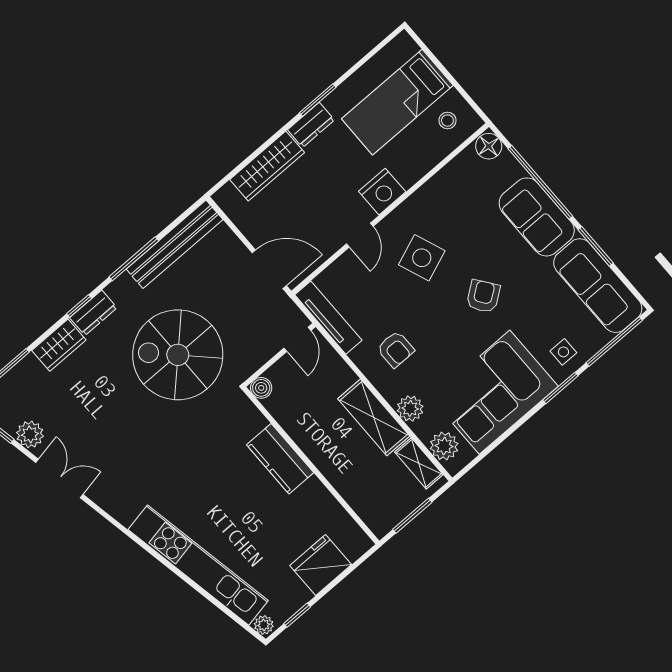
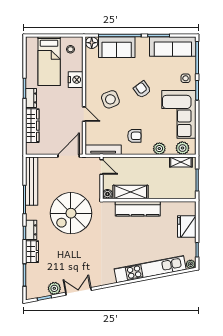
nightstand: (382, 192) -> (76, 80), moved
sofa: (537, 217) -> (117, 47), moved
shelving: (374, 417) -> (131, 192), moved
kitchen counter: (280, 459) -> (138, 209), width x1.50

